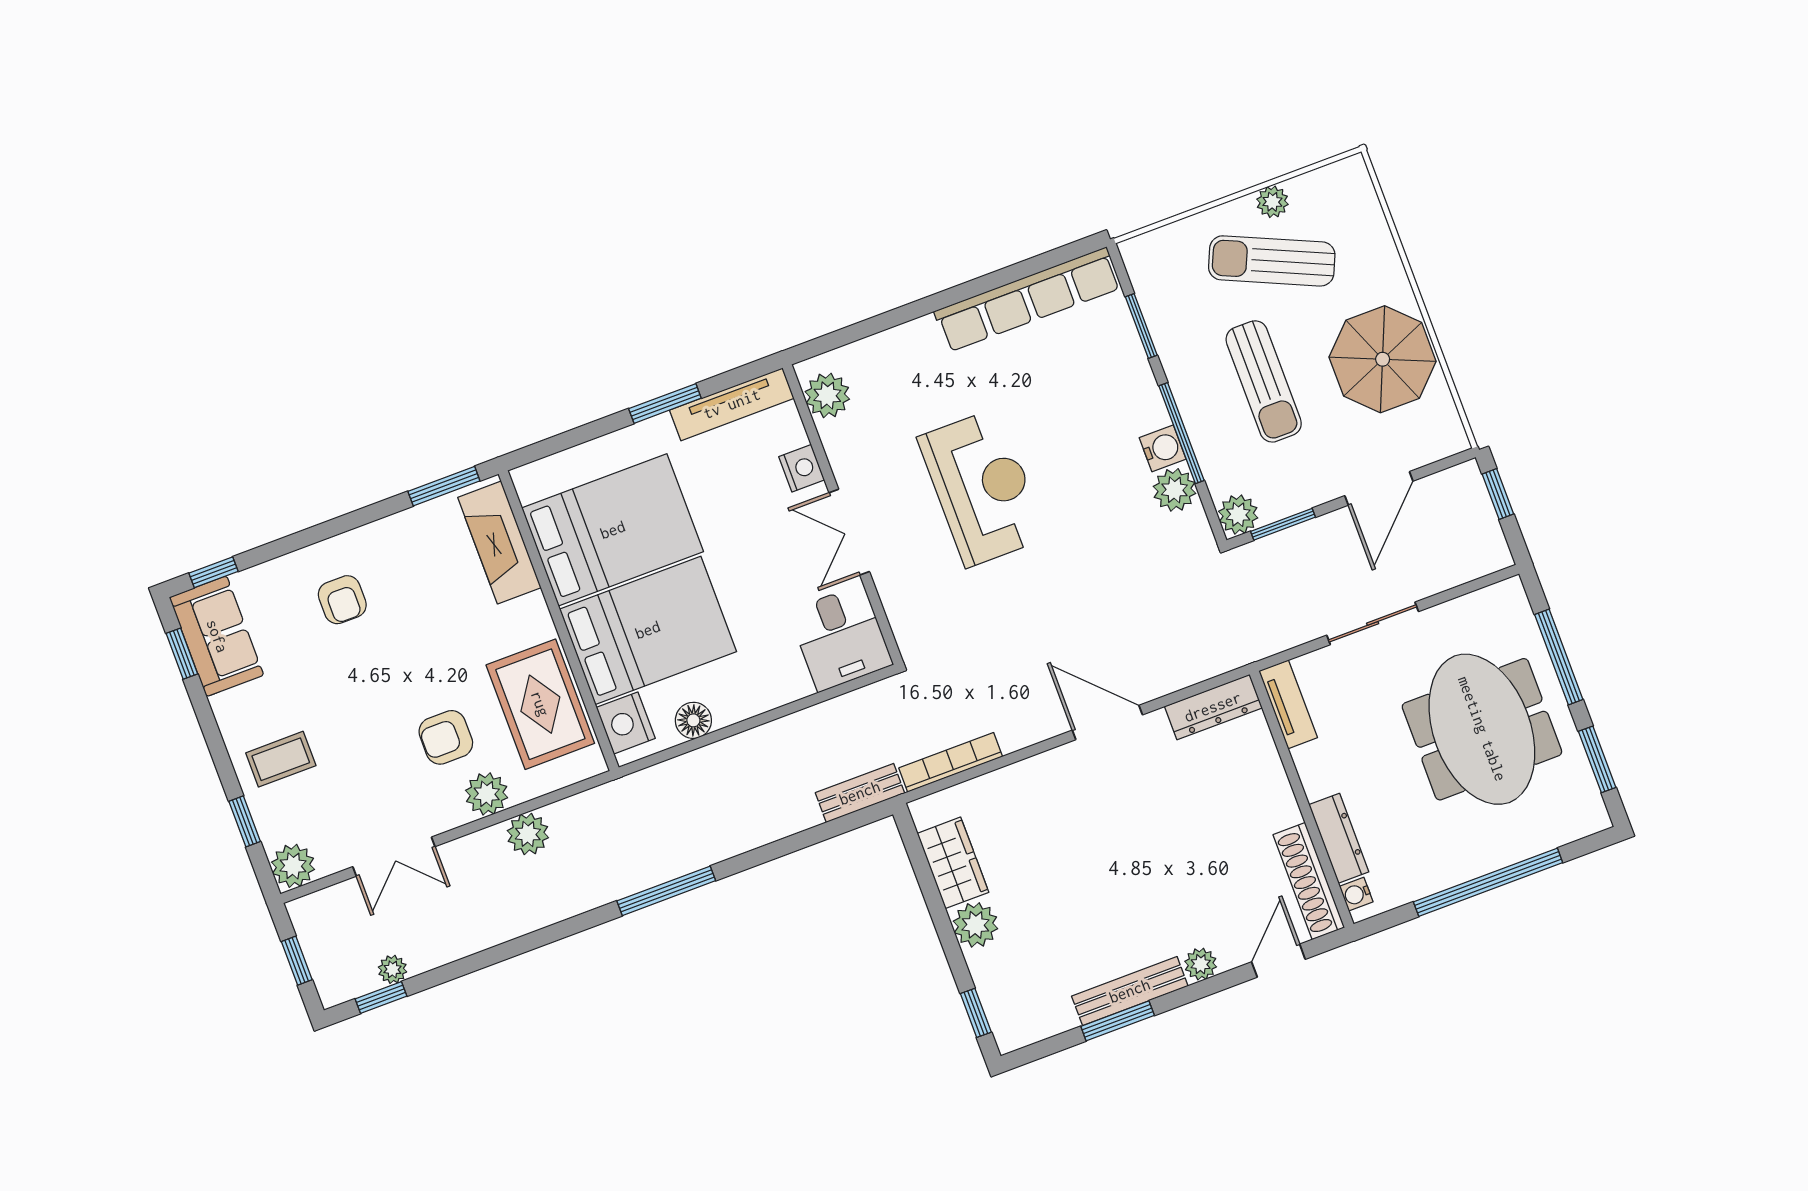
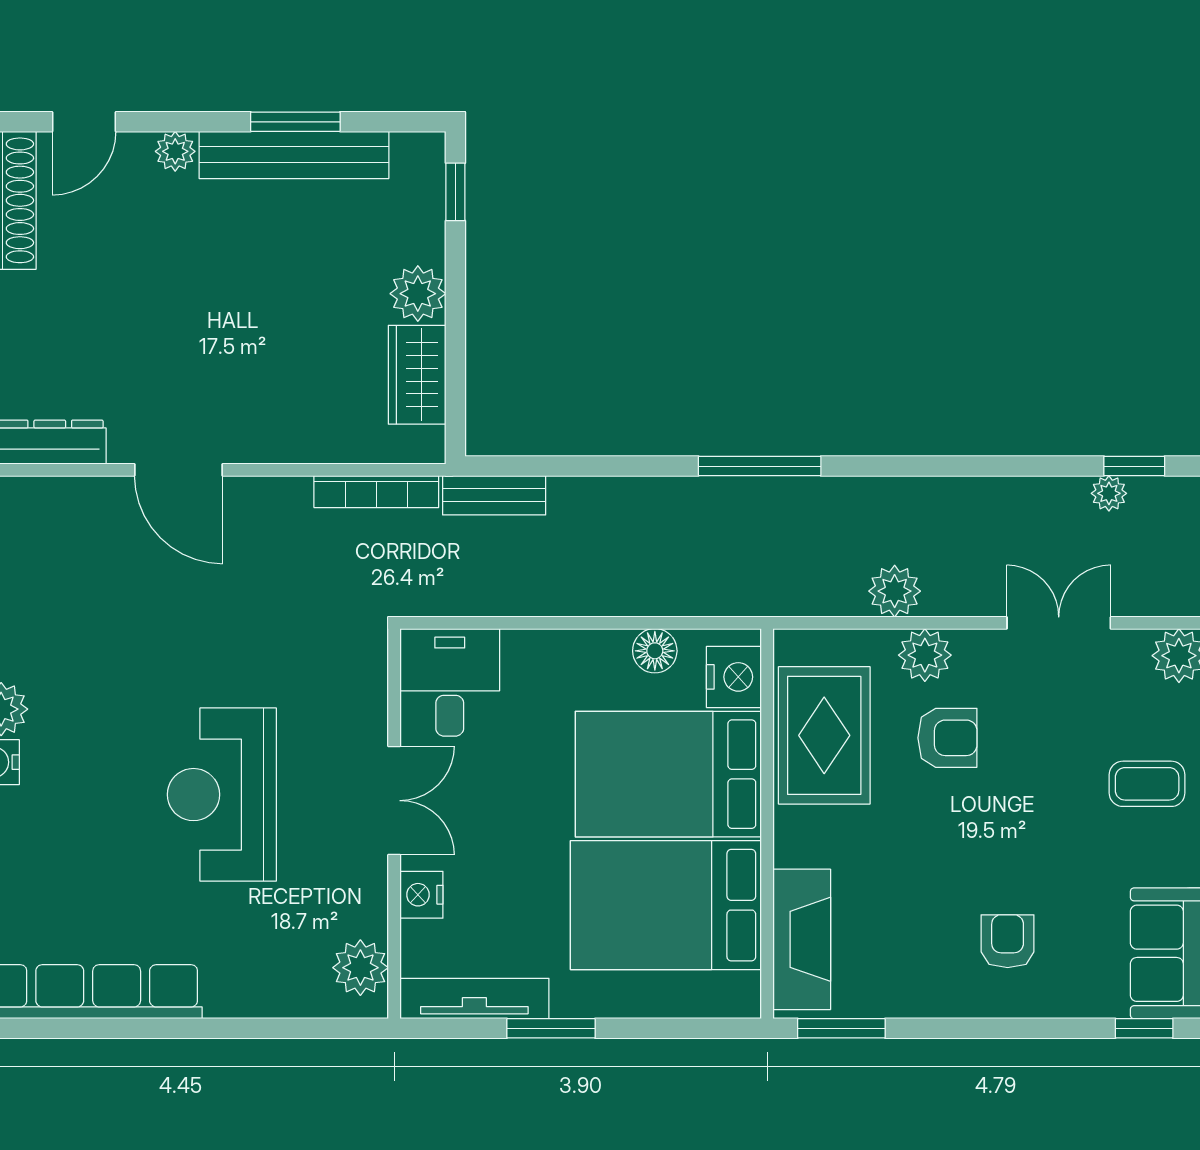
bench: (1130, 991) -> (294, 155), width x1.37, depth x1.21

